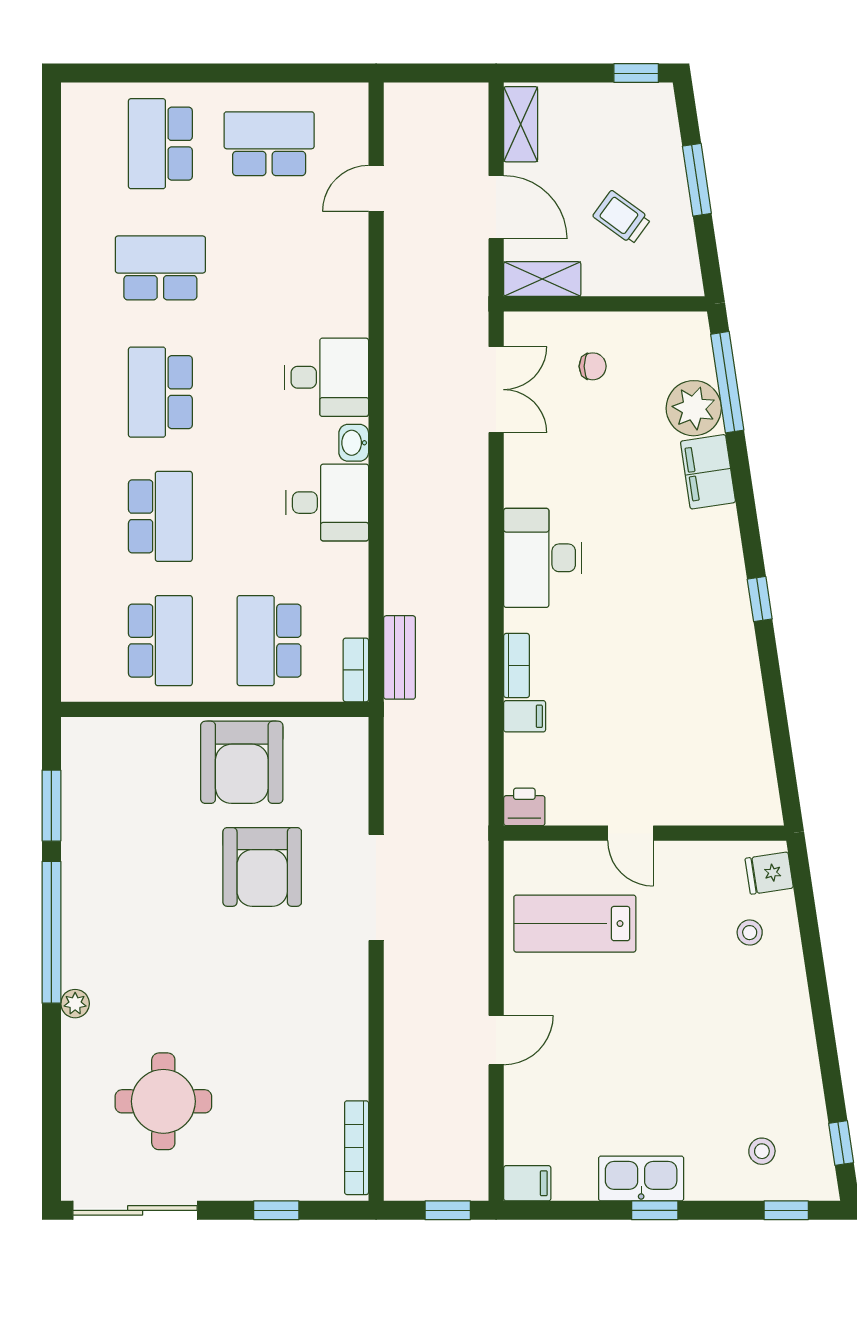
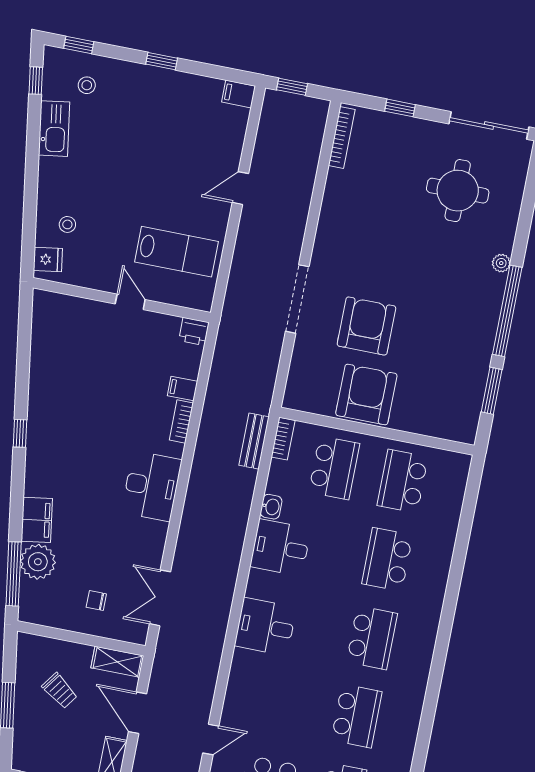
school desk: (160, 268) -> (357, 716), turned -90
washbasin: (354, 443) -> (271, 507), moved
kitchen sink: (641, 1179) -> (54, 129), moved, turned -99

